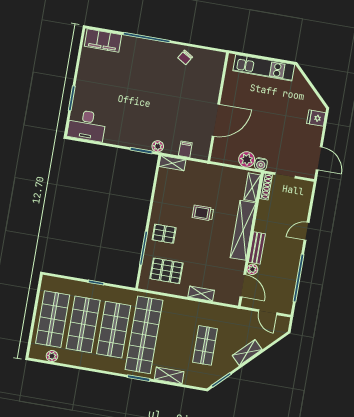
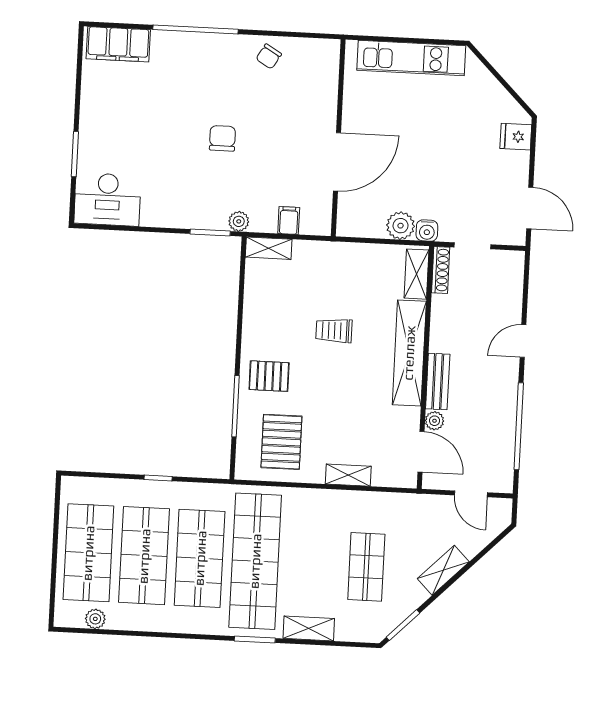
chair: (154, 99) -> (222, 138), added
pallet: (167, 271) -> (281, 442), turned 90

